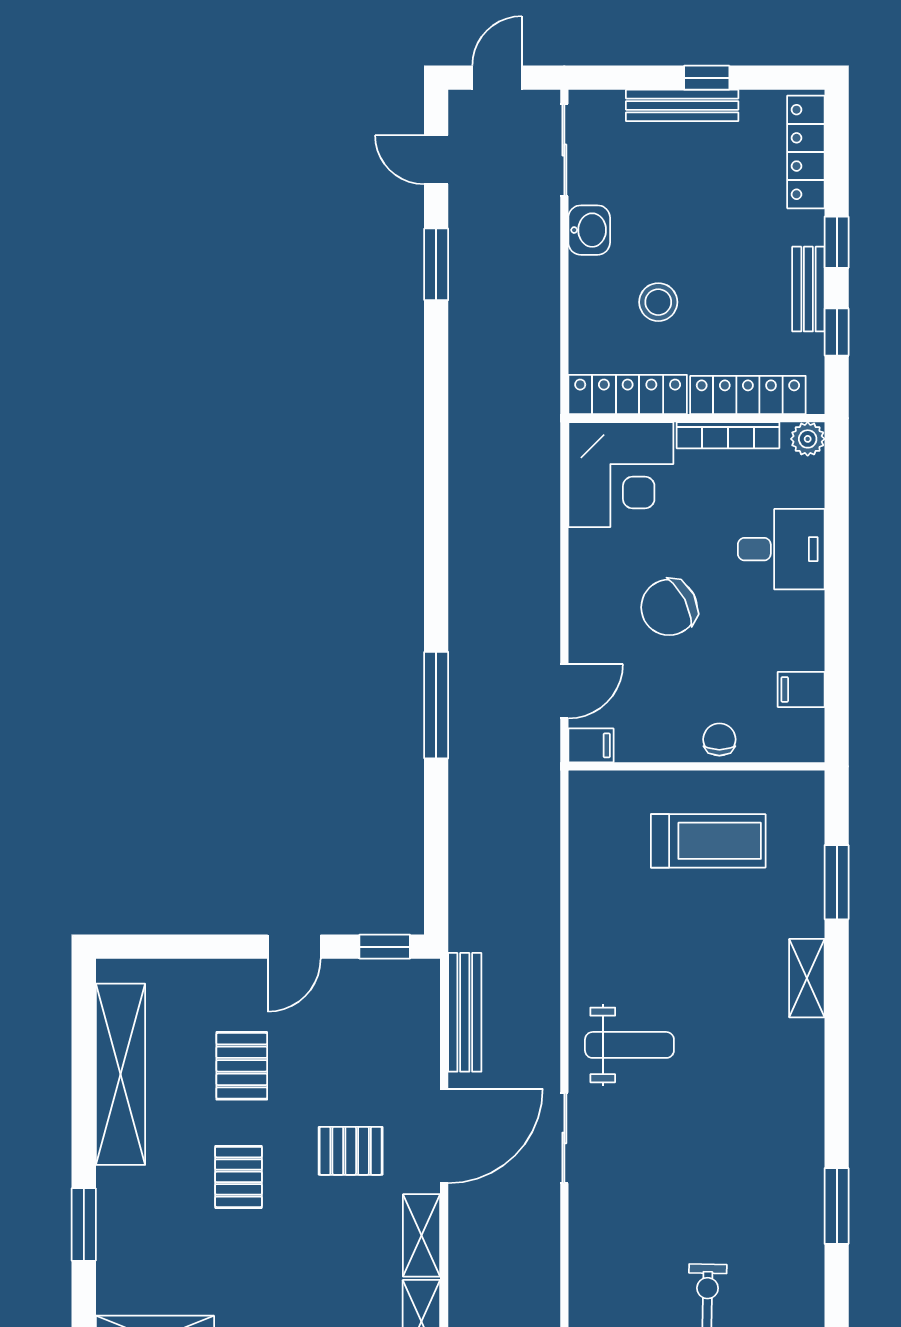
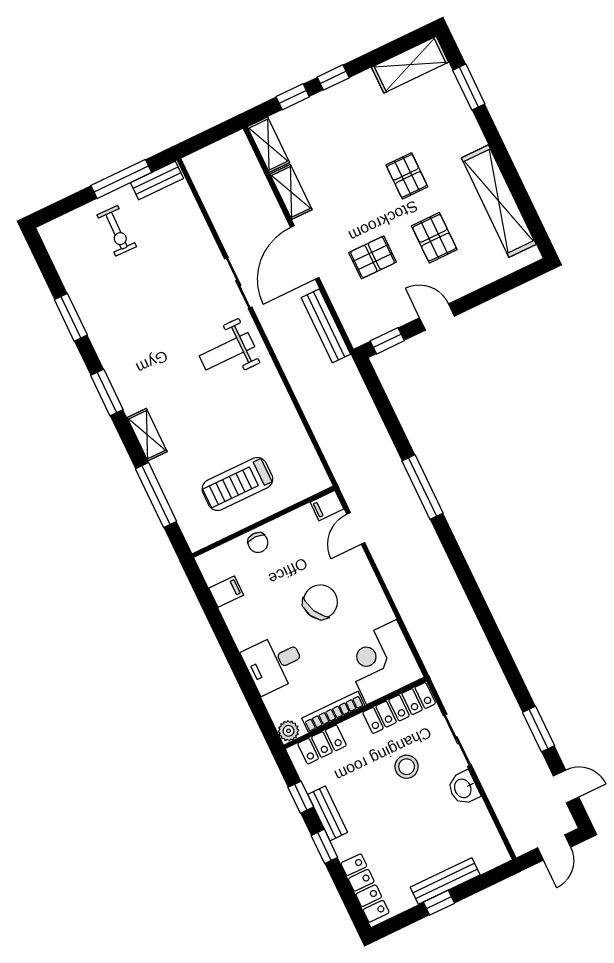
sliding door: (564, 150) -> (457, 740), moved
locker: (748, 395) -> (322, 745), width x0.66
window: (837, 882) -> (156, 495), width x1.44
door: (294, 947) -> (437, 317), hinge flipped
window: (837, 1069) -> (107, 392), added
pallet: (351, 1151) -> (373, 257), moved
window: (84, 1224) -> (469, 87), moved

